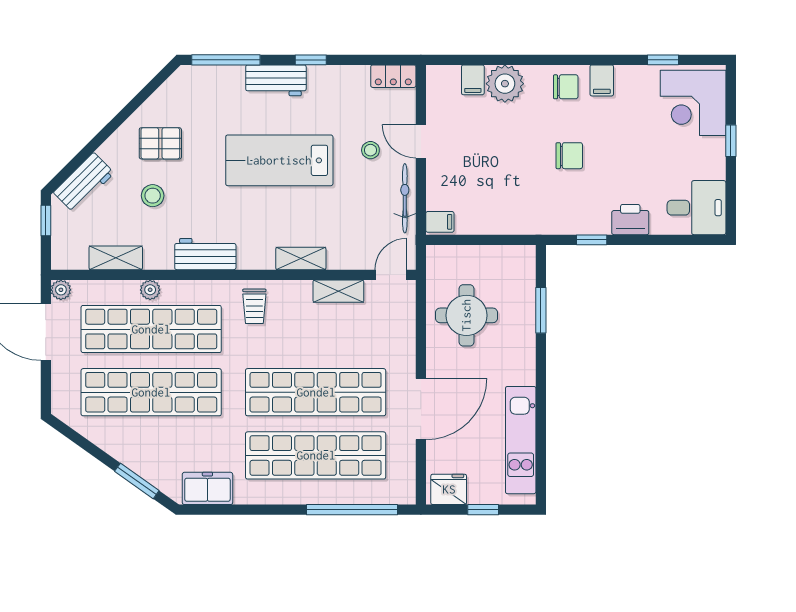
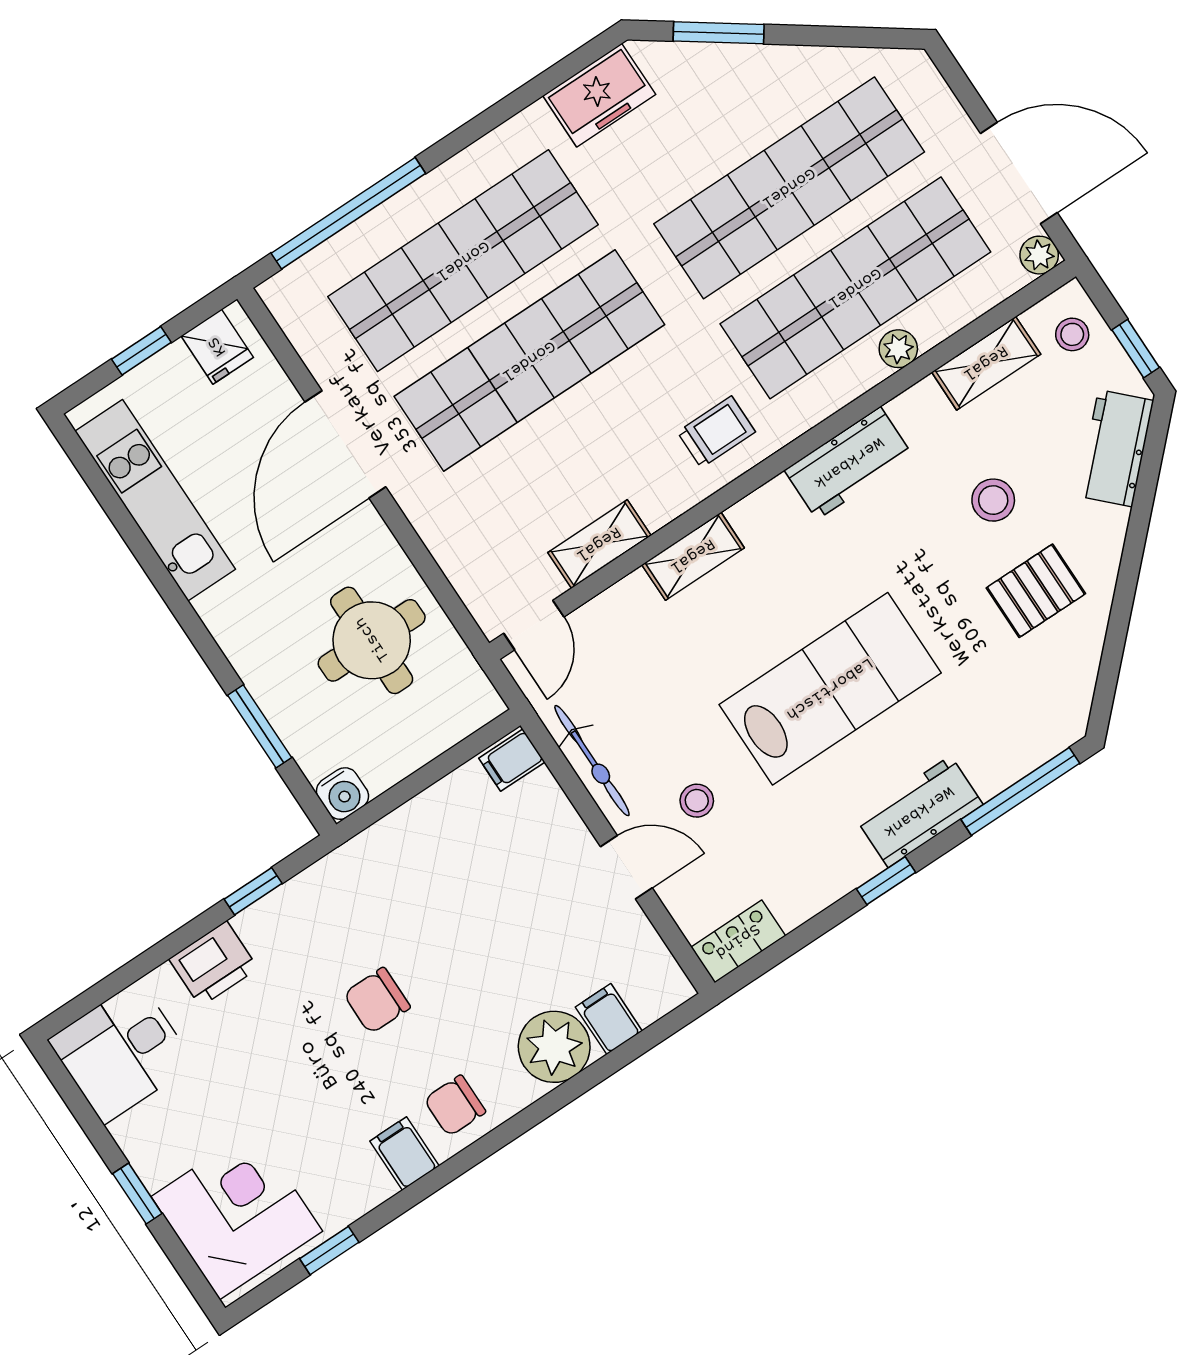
stool: (70, 245) -> (1072, 334), added
water cooler: (524, 257) -> (342, 794), added
trolley: (254, 306) -> (716, 432), turned 90
fridge: (449, 489) -> (217, 347), width x0.72

